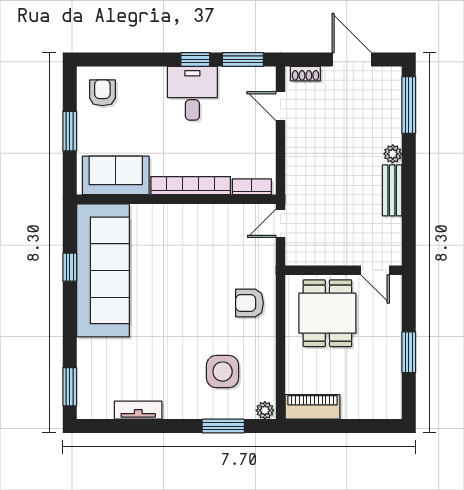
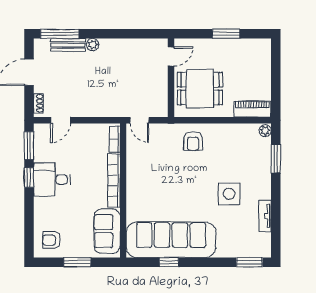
bench: (392, 190) -> (68, 45), moved
side table: (223, 372) -> (229, 194), moved
piano: (313, 407) -> (252, 109), moved, turned 90

